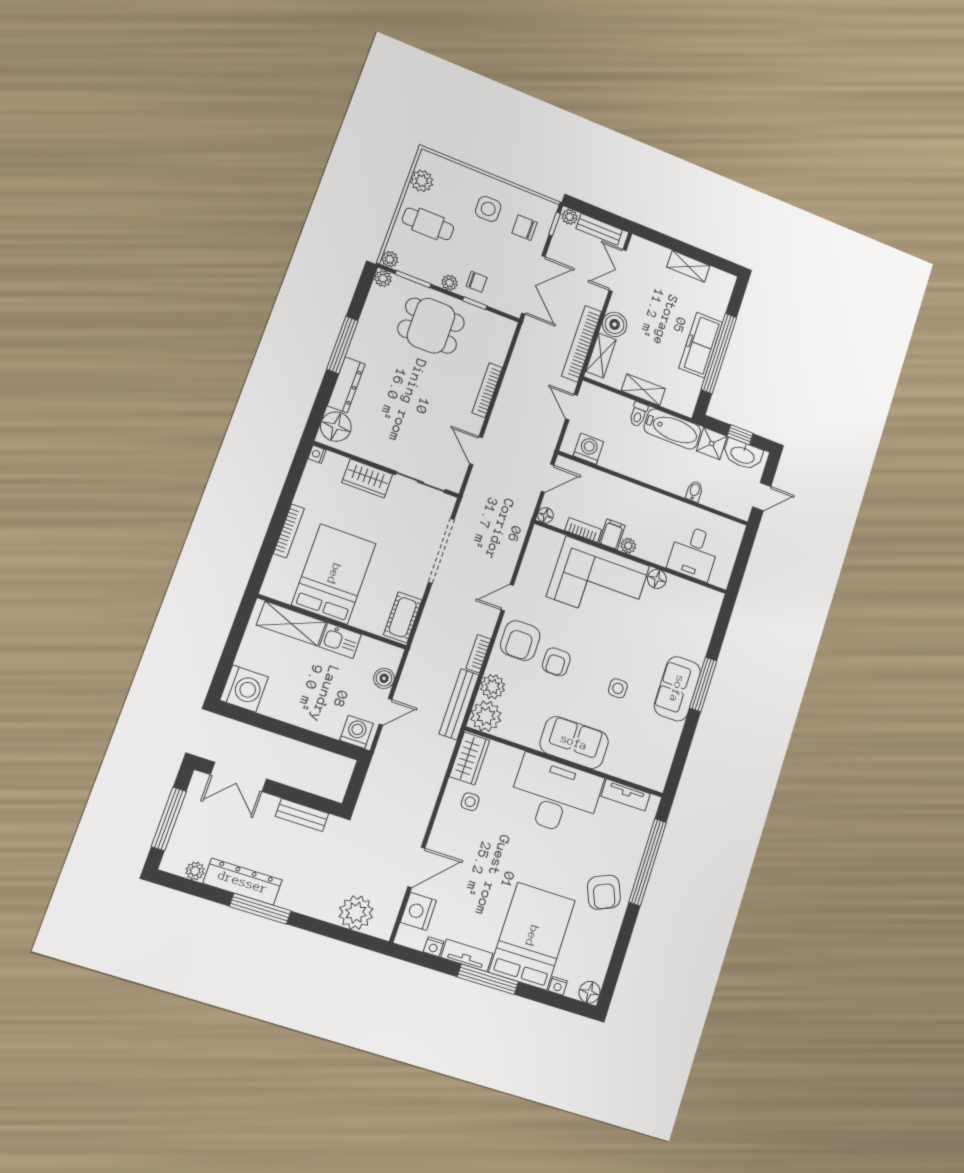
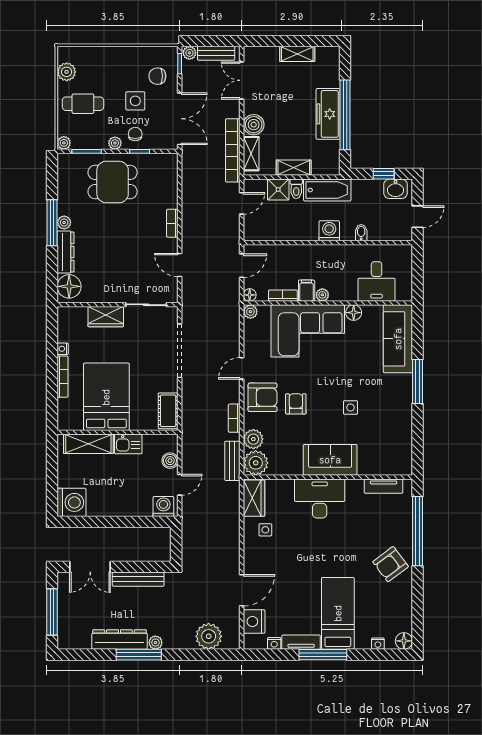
side table: (488, 209) -> (135, 101), moved
plant: (383, 278) -> (64, 223), moved
chair: (477, 282) -> (135, 134), turned -90
bookcase: (487, 390) -> (172, 223), width x0.64
door: (571, 407) -> (242, 203), swing flipped
shower: (712, 443) -> (278, 189), moved
washing machine: (588, 449) -> (329, 231), moved
nightstand: (317, 454) -> (63, 349), moved
washbasin: (743, 455) -> (395, 189), width x0.72
plant: (540, 535) -> (250, 312), added
armchair: (520, 641) -> (263, 397), turned -90
armchair: (556, 662) -> (296, 404), turned 180
sofa: (677, 689) -> (398, 339), moved, width x1.36
bench: (459, 704) -> (232, 461), width x0.73
desk: (555, 796) -> (320, 498), width x0.73, depth x0.77
bench: (302, 815) -> (138, 579), width x1.36
plant: (195, 871) -> (155, 643), moved
armchair: (604, 892) -> (391, 564), turned 76
bed: (532, 936) -> (338, 613), width x0.67

